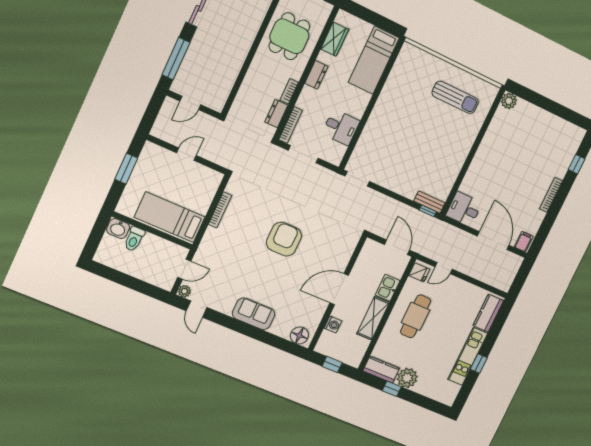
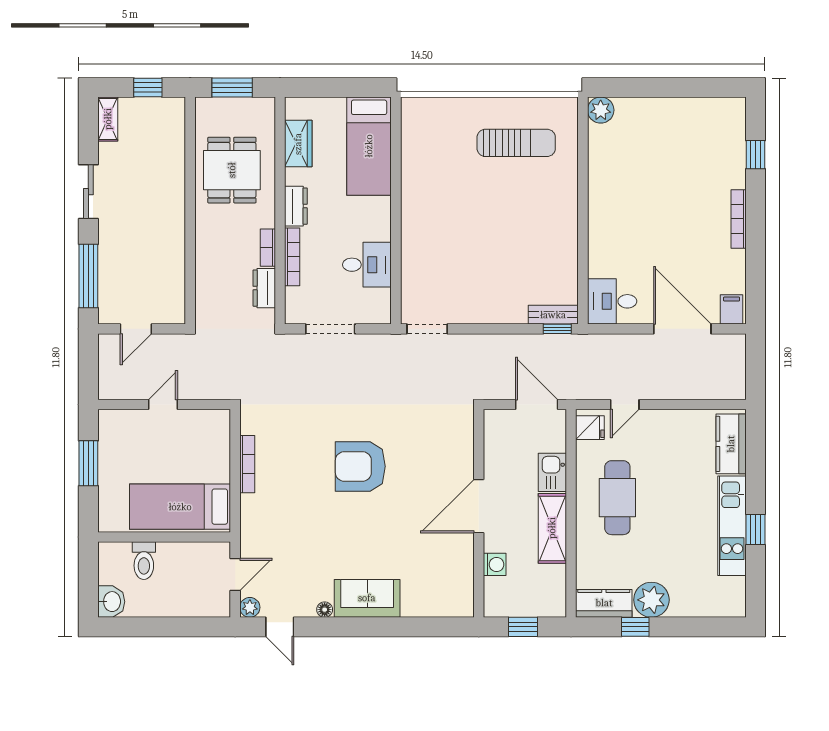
bookcase: (291, 125) -> (292, 257), moved
washbasin: (118, 229) -> (111, 602), moved, turned -90
armchair: (284, 239) -> (360, 466), turned -90
floor lamp: (299, 335) -> (325, 610), moved, width x0.53, depth x0.53

